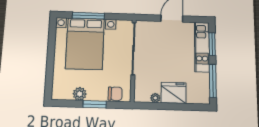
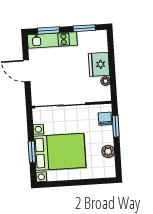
window: (88, 16) -> (32, 152), width x0.69
window: (213, 81) -> (84, 28), width x0.69
window: (95, 104) -> (116, 126), moved

